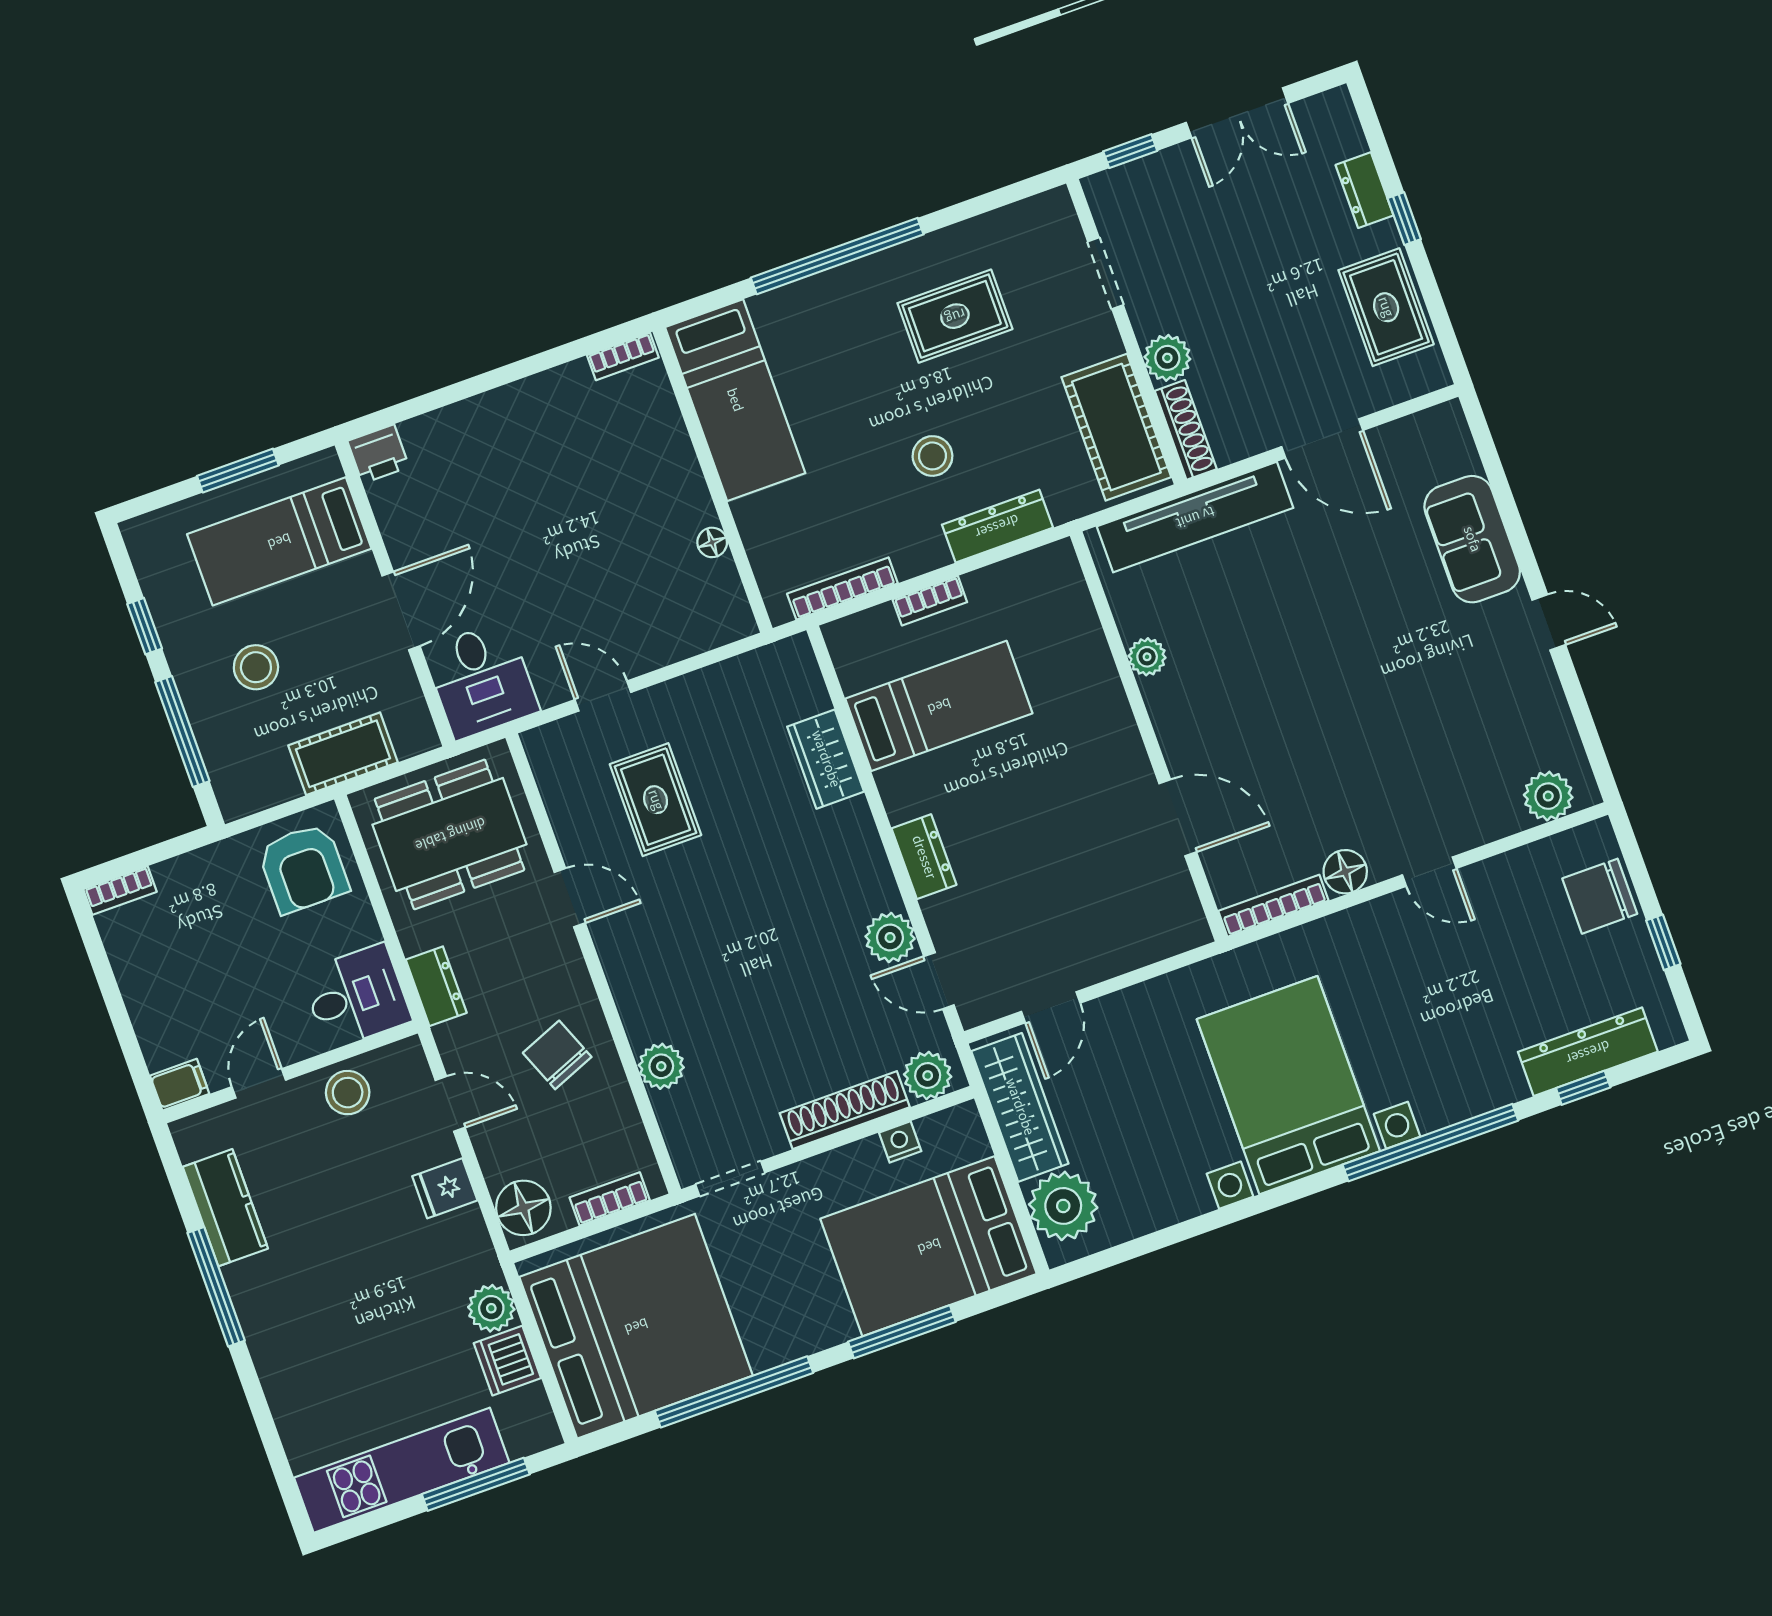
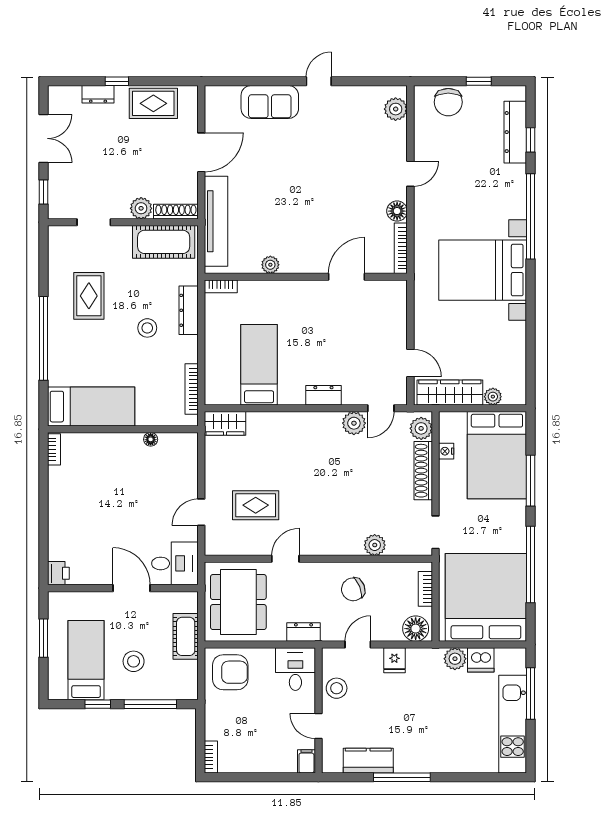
bed: (279, 541) -> (86, 660), moved, turned 180
bookcase: (930, 601) -> (221, 286), moved, turned 90
wardrobe: (826, 759) -> (225, 423), moved
plant: (1063, 1206) -> (493, 397), width x0.53, depth x0.53

